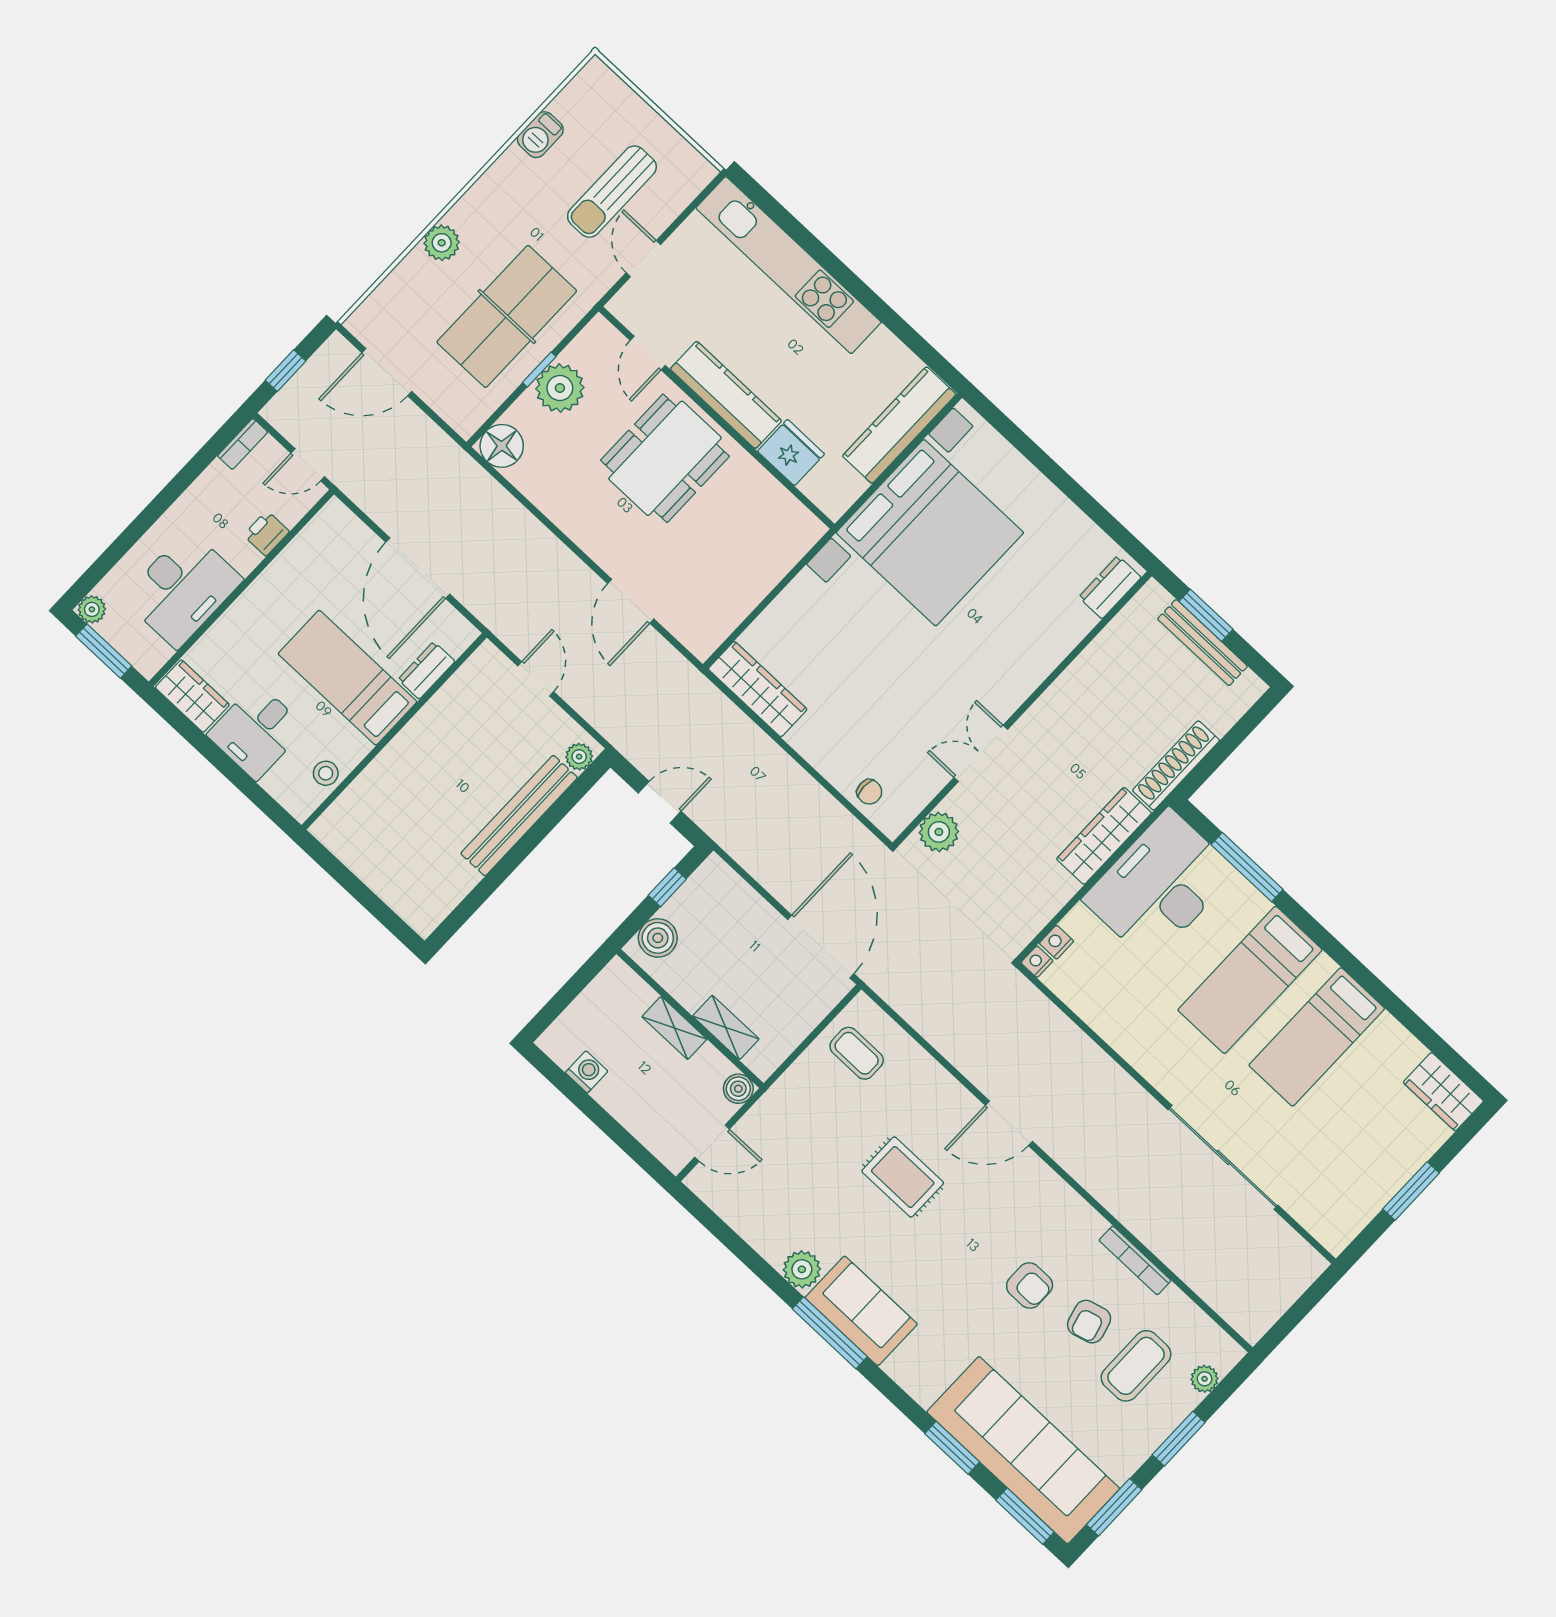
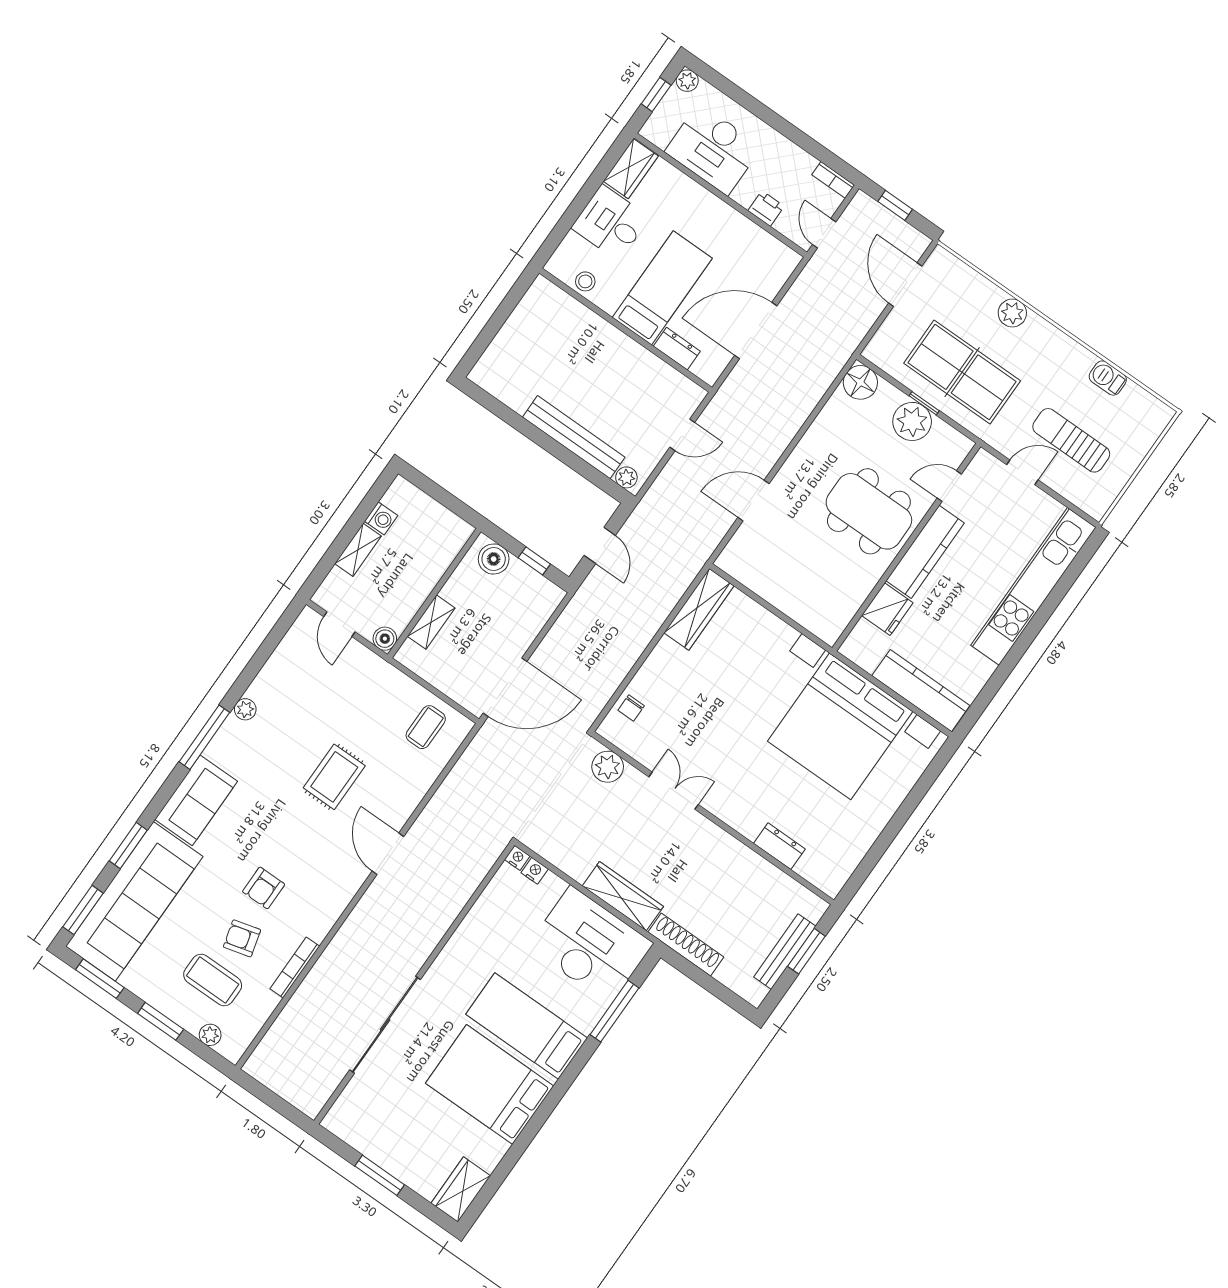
dresser: (1110, 587) -> (779, 846), moved
window: (104, 651) -> (656, 95), width x0.67
shelving: (674, 1028) -> (358, 550), moved
bed: (1317, 1037) -> (490, 1085), width x1.50
plant: (802, 1269) -> (245, 709), width x0.73, depth x0.73
sofa: (861, 1311) -> (196, 800), moved

